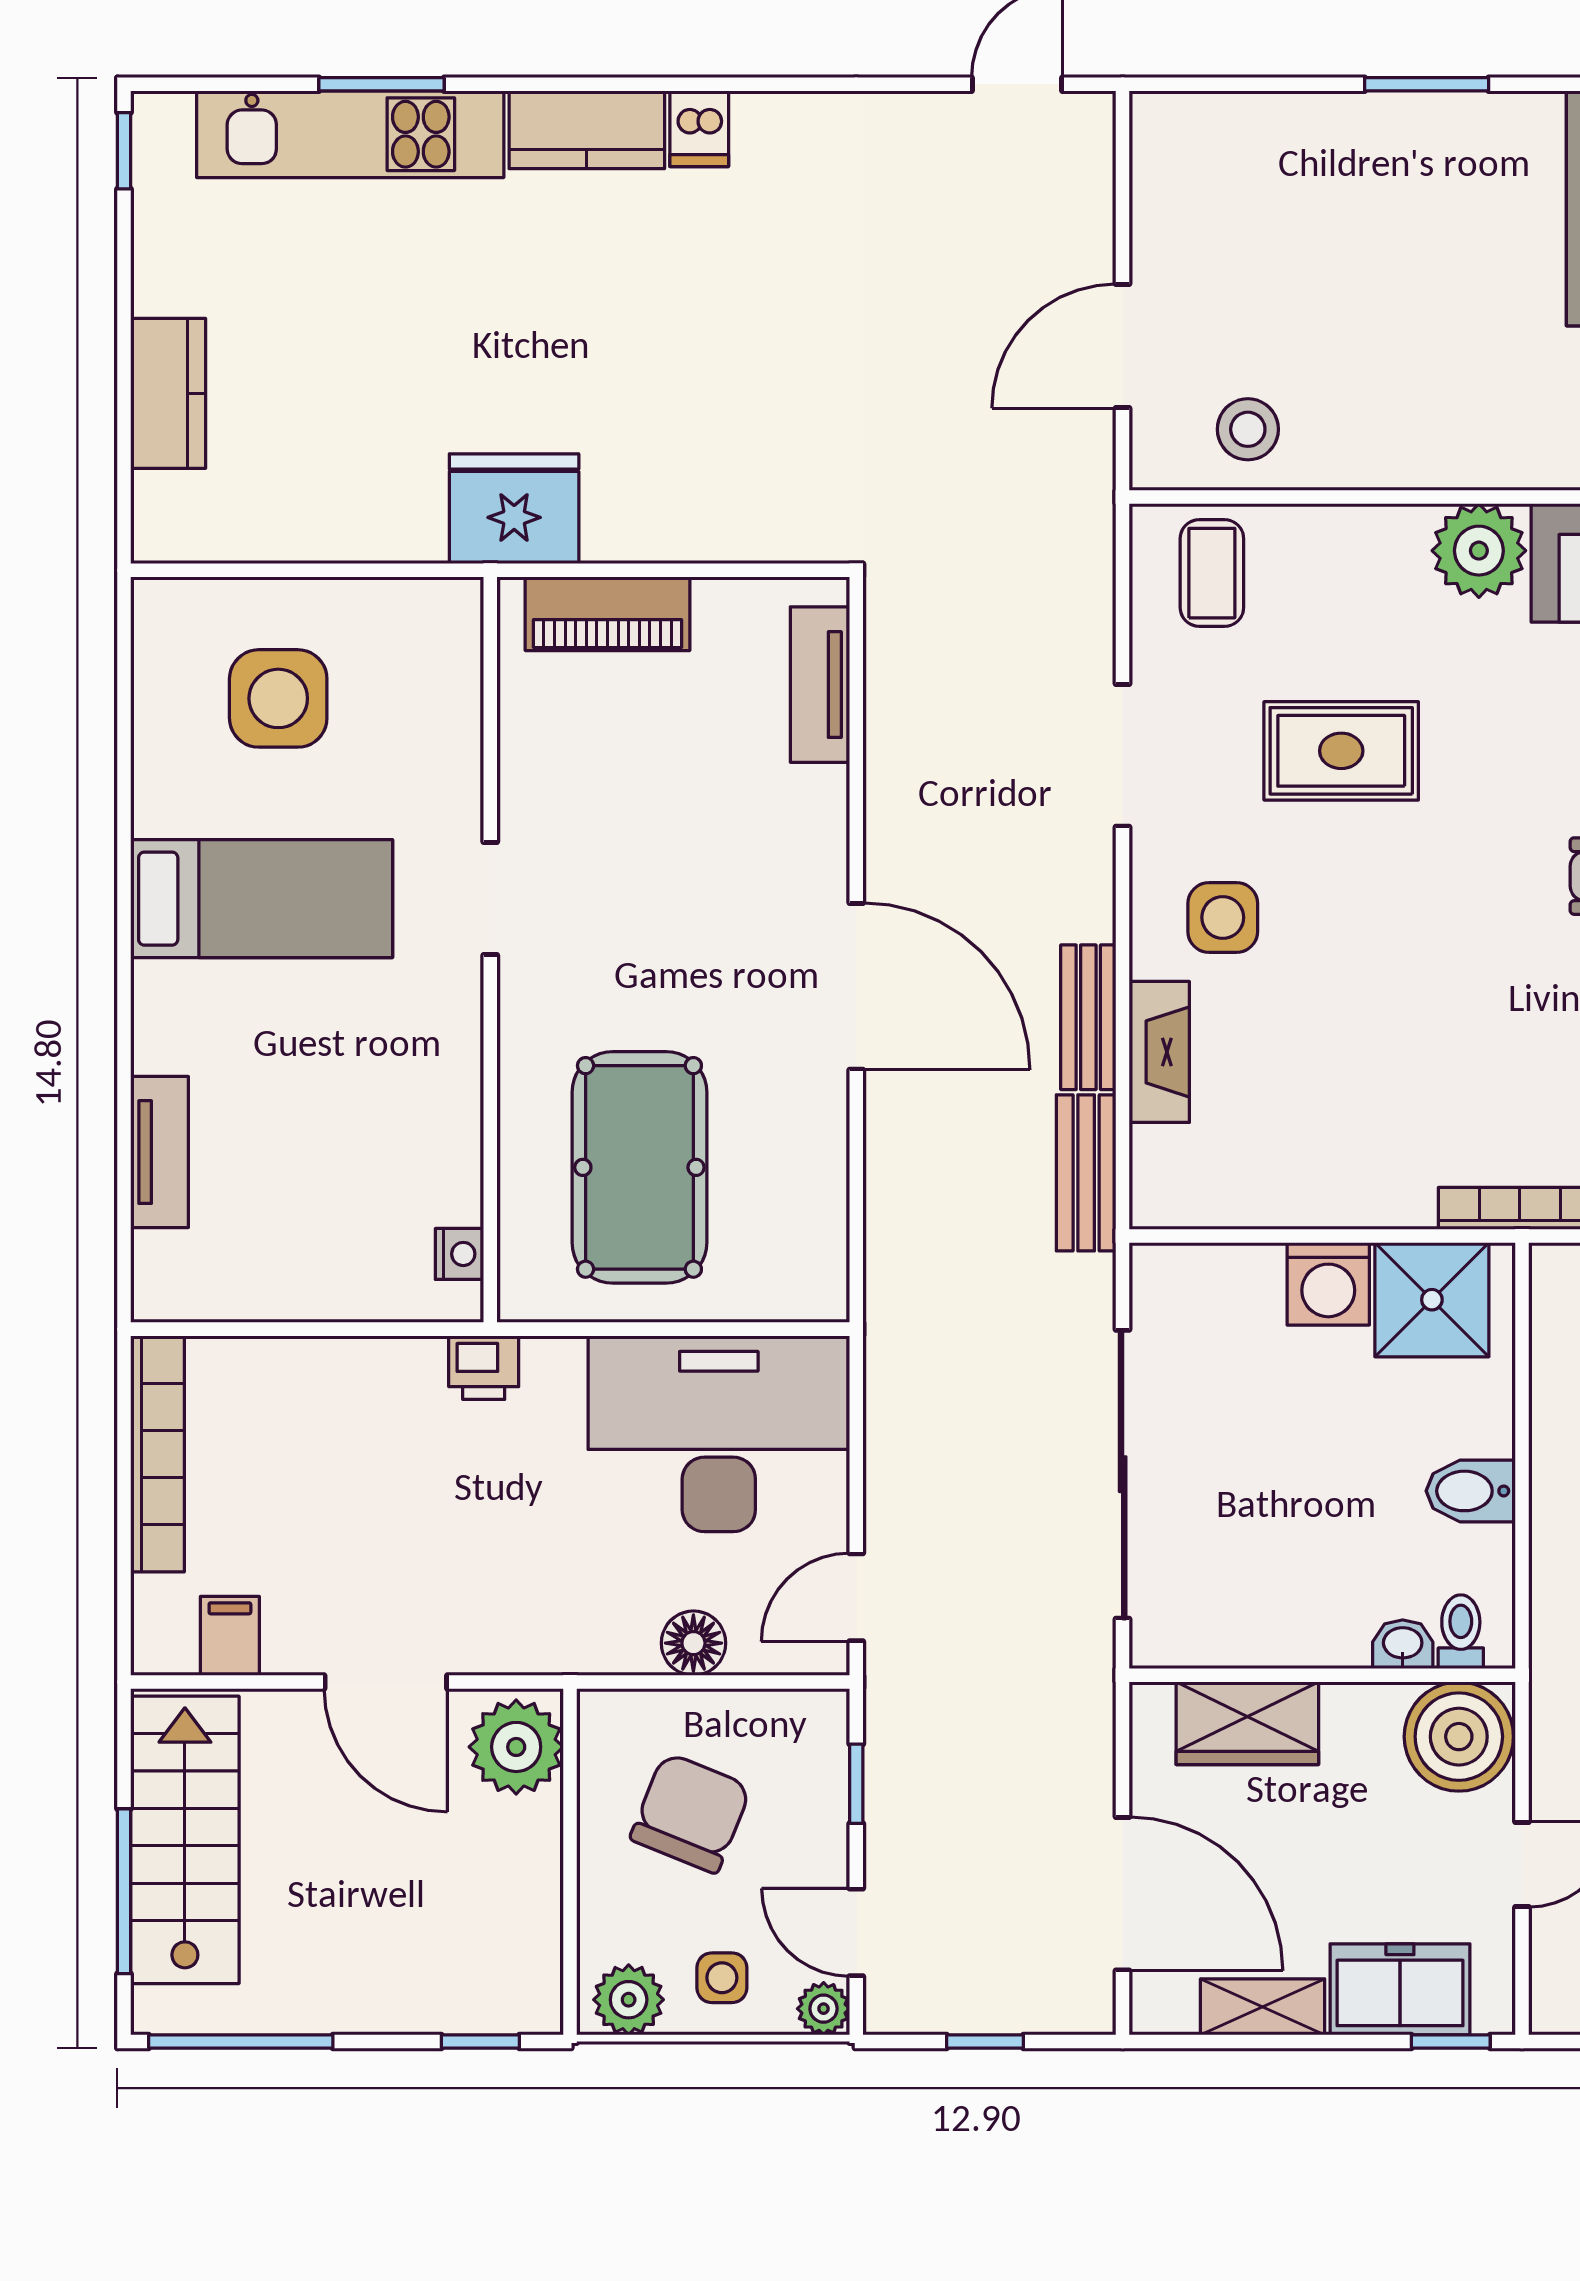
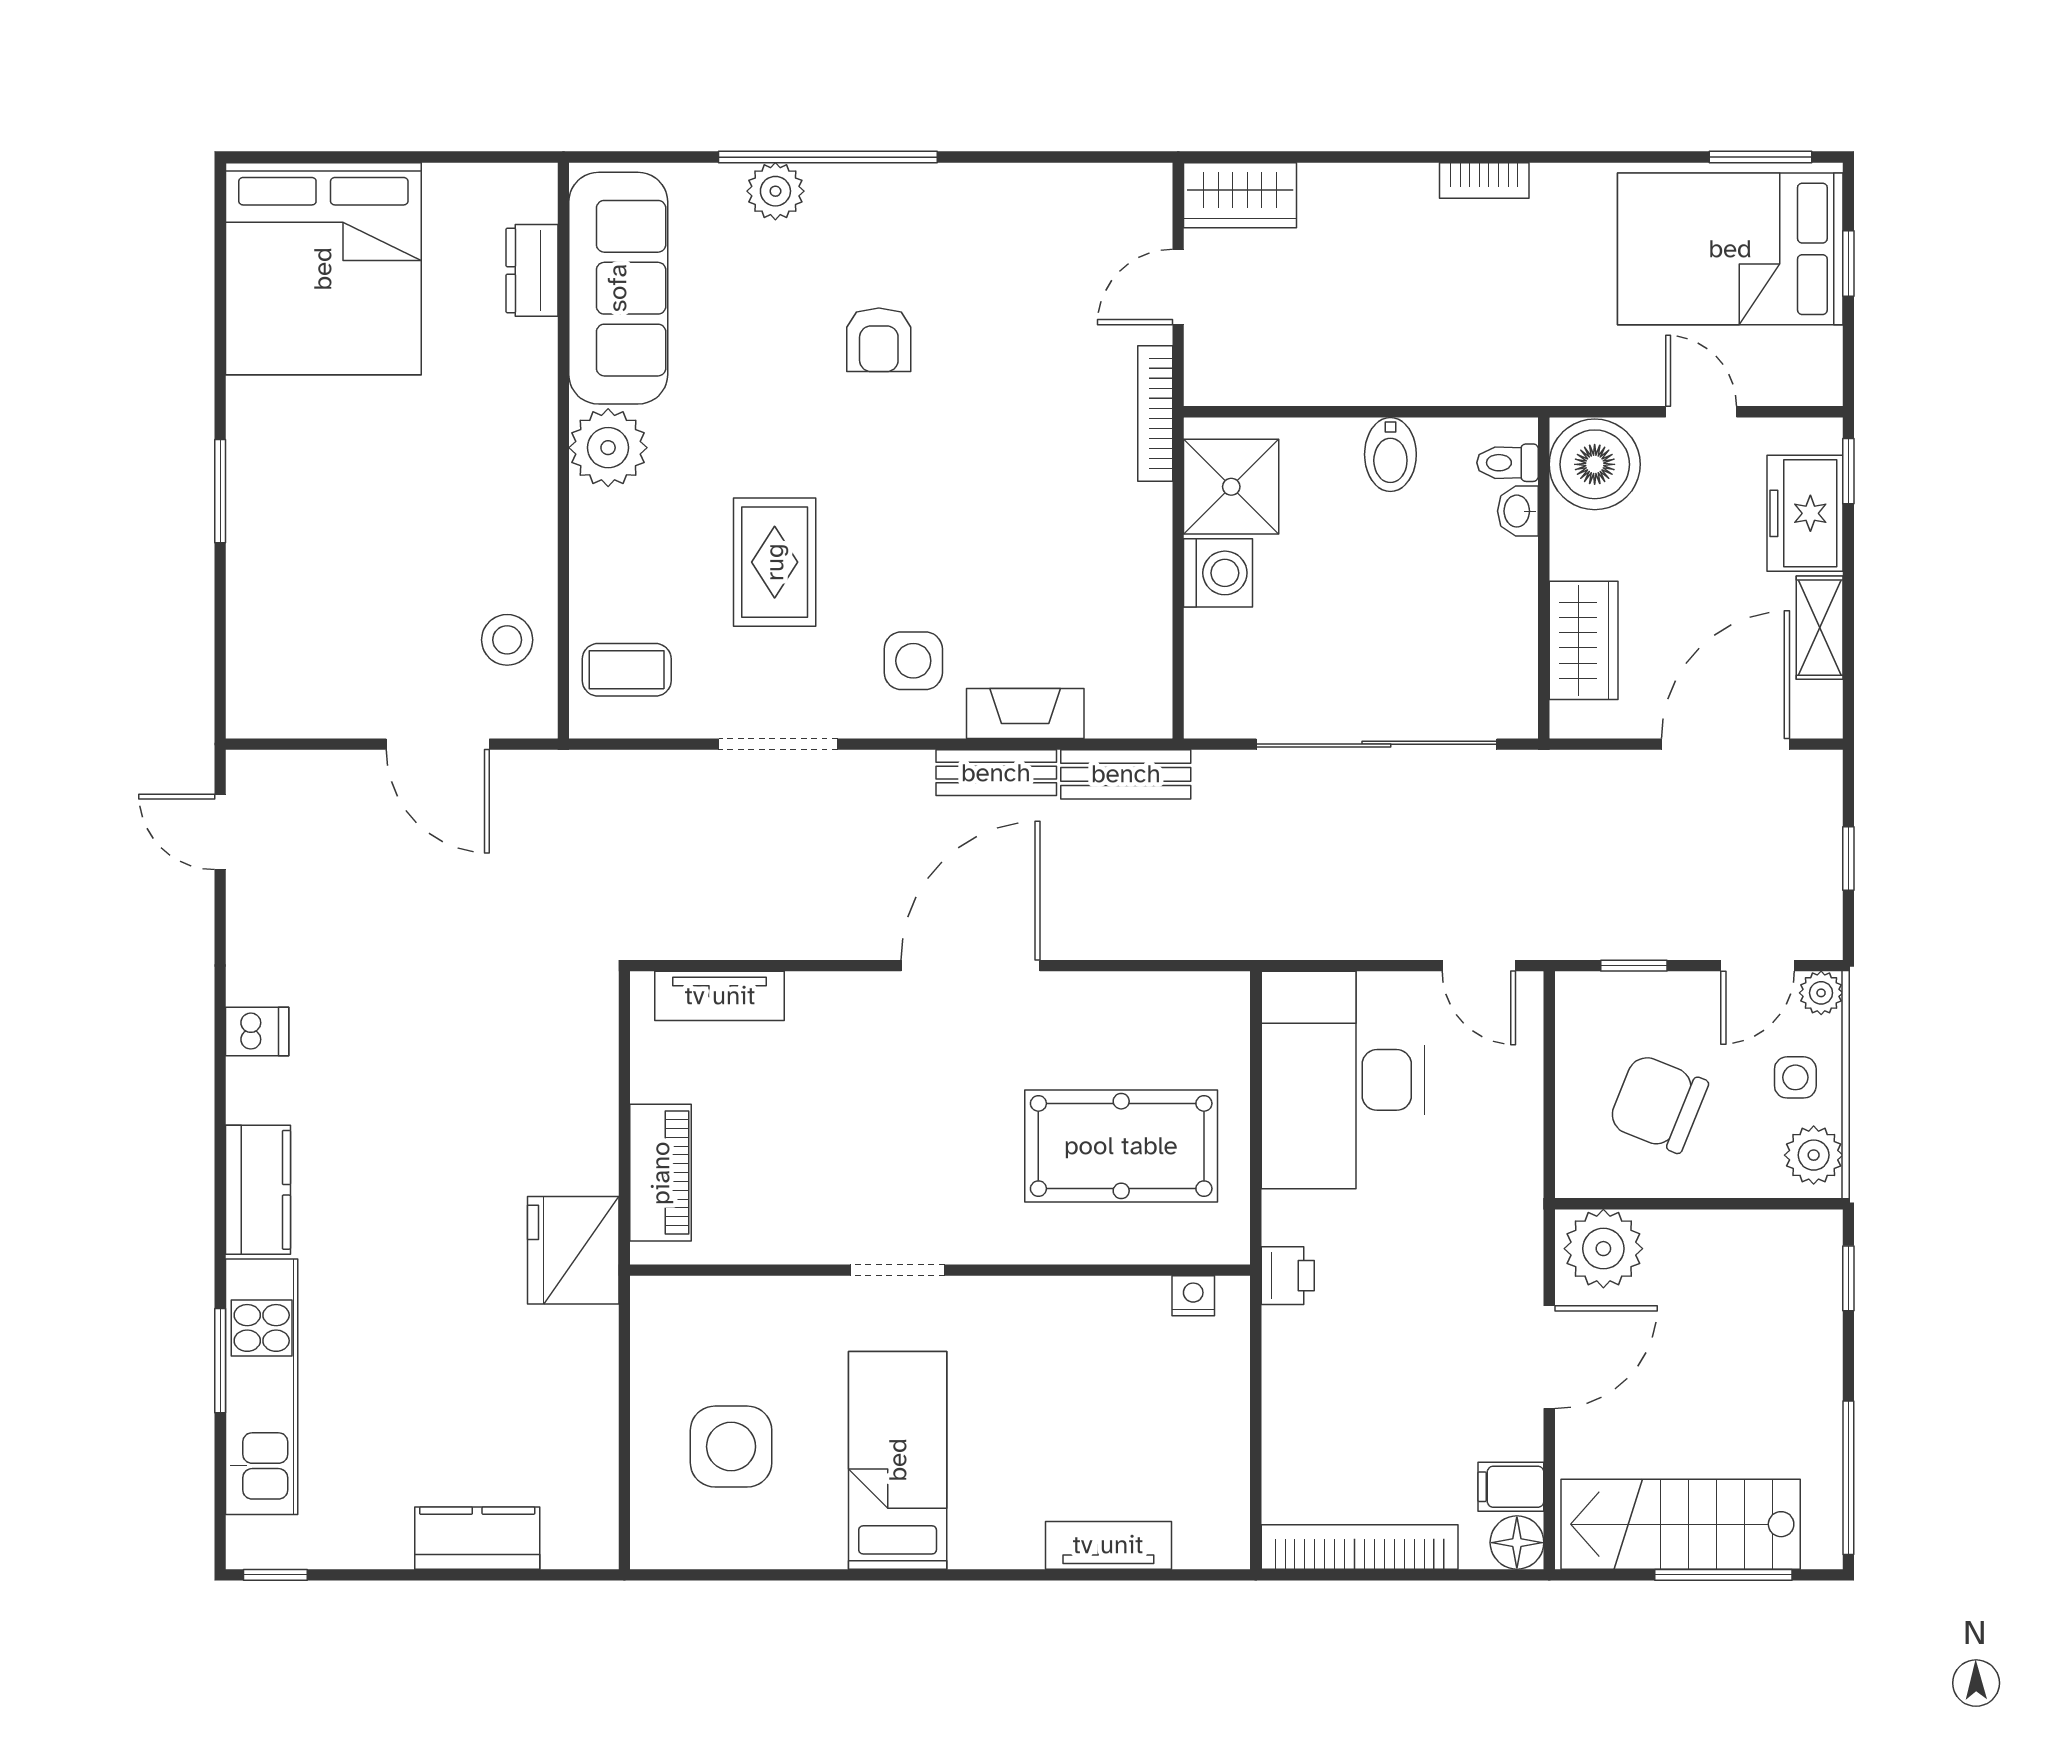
dishwasher: (699, 129) -> (257, 1032), moved
floor lamp: (693, 1643) -> (1517, 1543), moved

